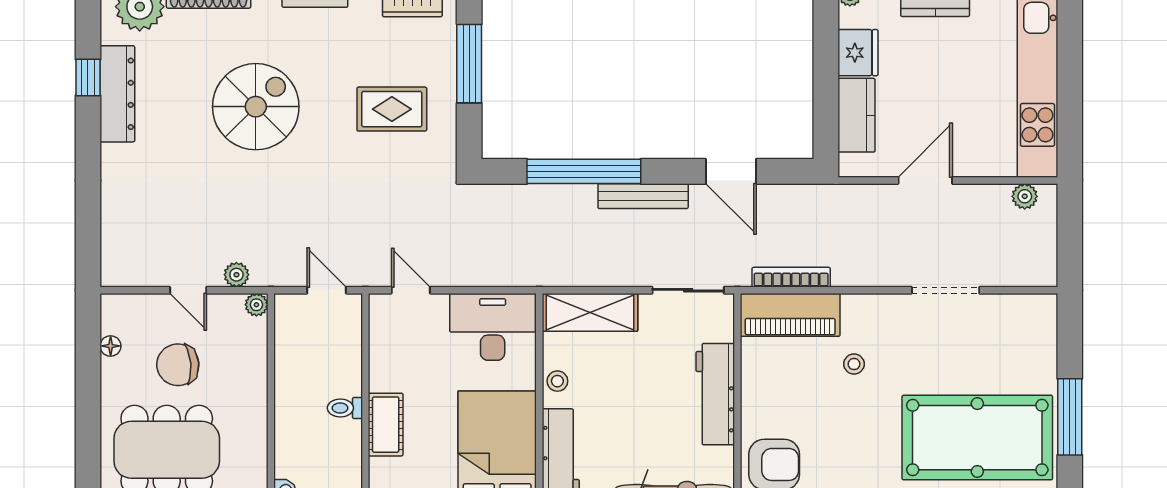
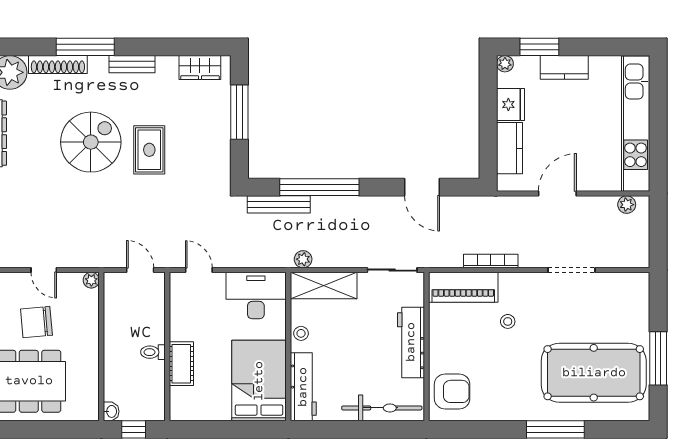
rug: (392, 109) -> (149, 150), moved, turned 90
bench: (643, 196) -> (279, 204), moved
plant: (236, 275) -> (303, 259), moved
bookcase: (791, 277) -> (491, 261), moved

